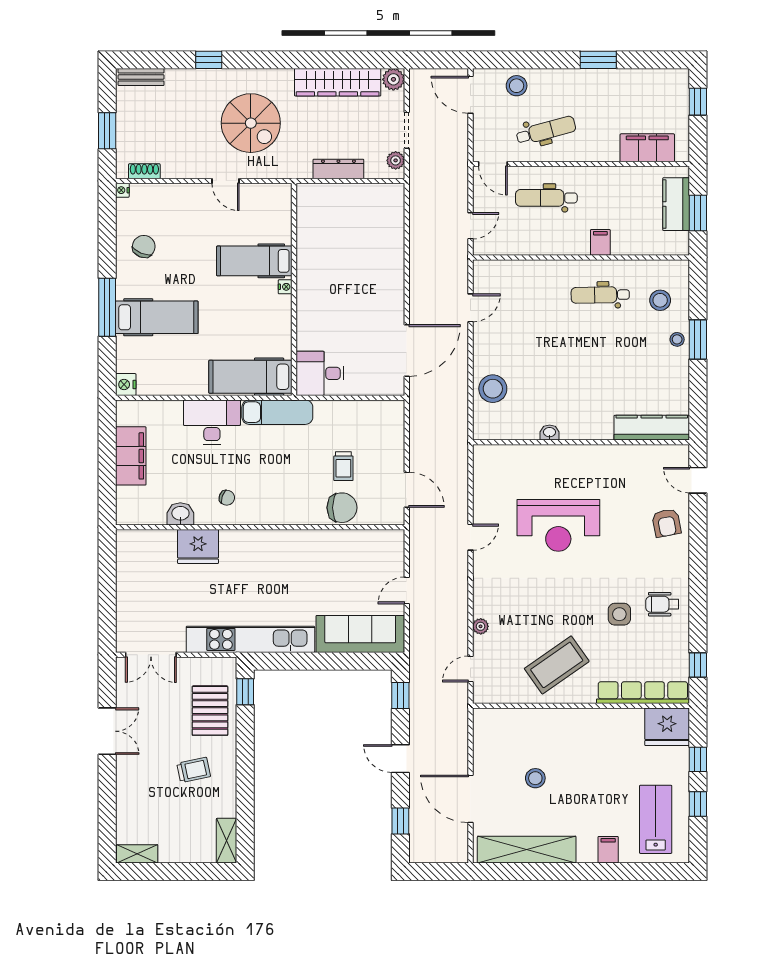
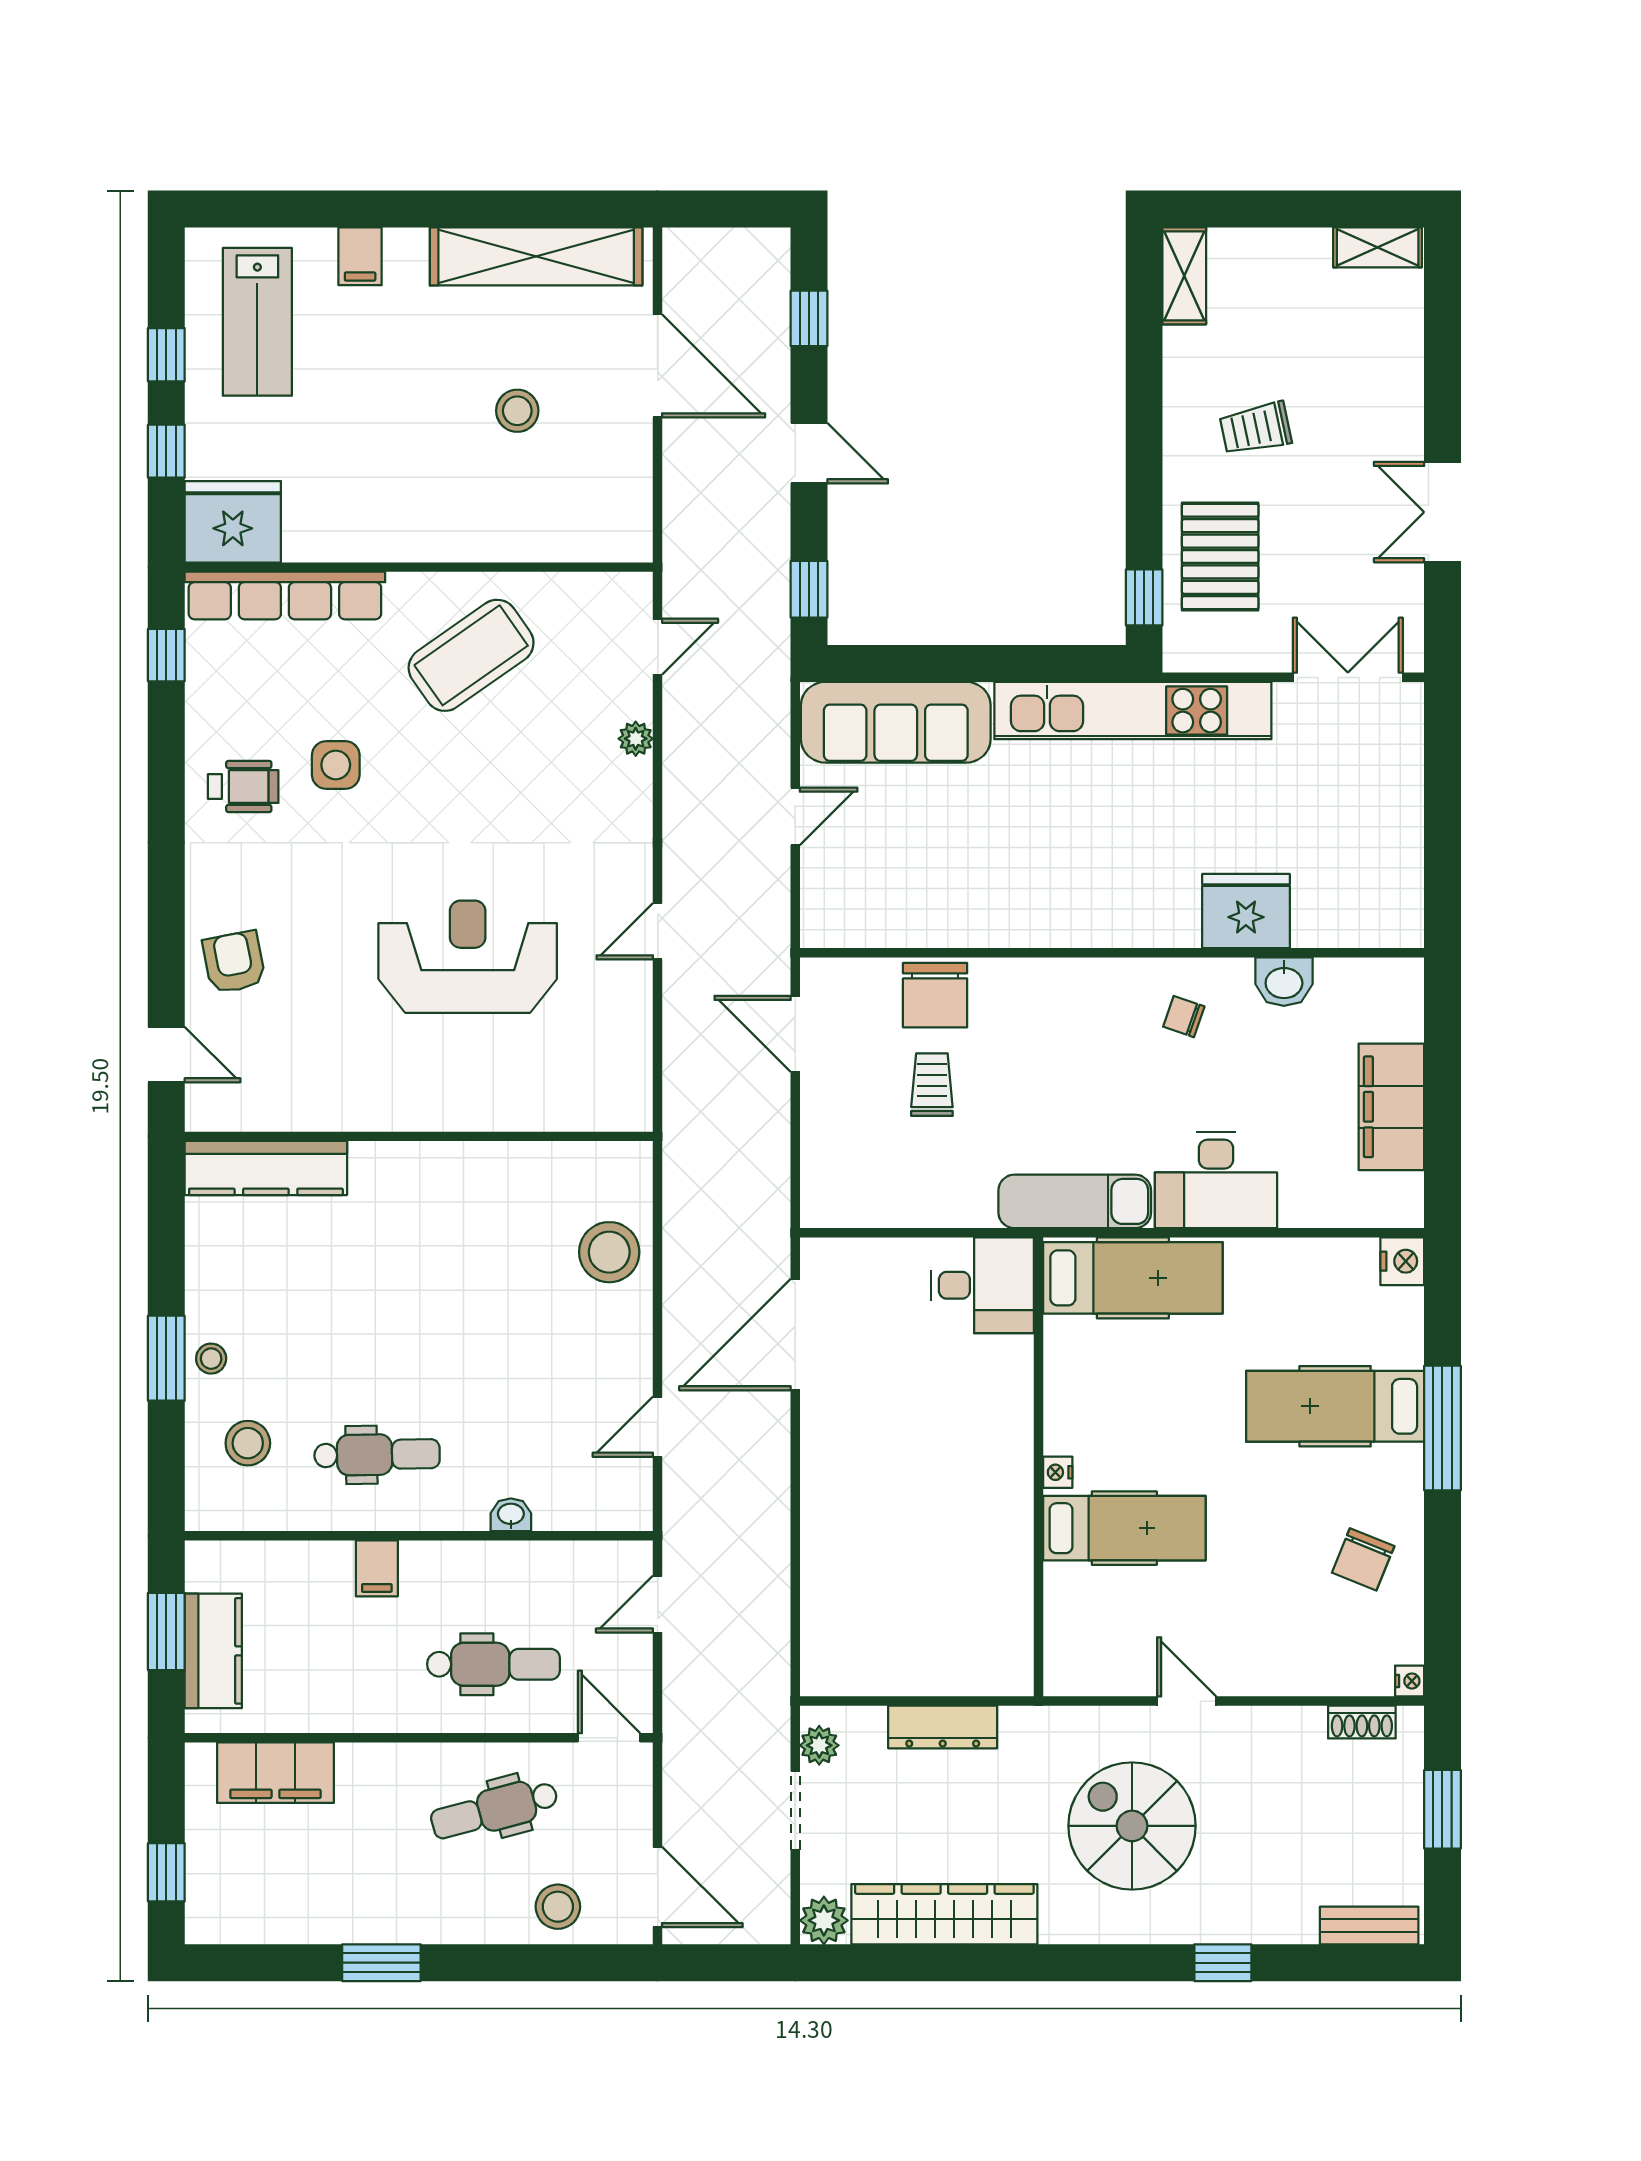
washbasin: (549, 433) -> (511, 1515), moved, turned 180
chair: (342, 508) -> (935, 995), turned -90

